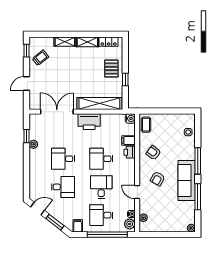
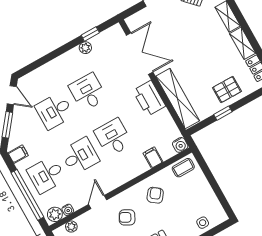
printer: (130, 152) -> (140, 167), removed
desk: (63, 187) -> (54, 111), turned 90
desk: (101, 215) -> (46, 175), turned -90

